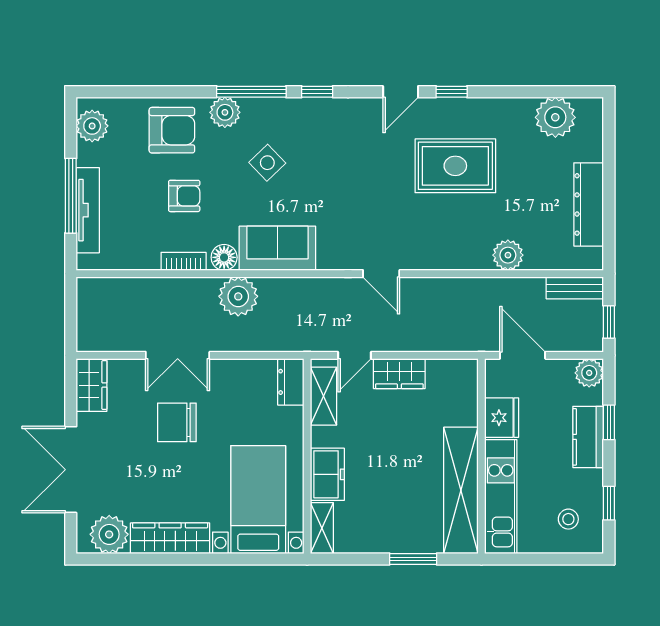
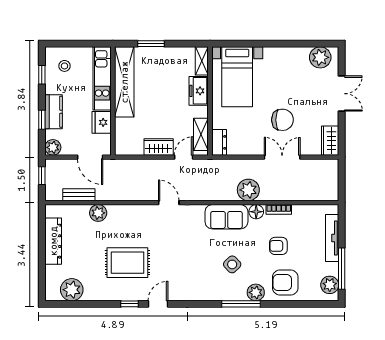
window: (317, 92) -> (204, 304), removed
window: (71, 196) -> (342, 269), moved
bench: (575, 288) -> (79, 195), moved
double door: (71, 470) -> (342, 94), width x0.73
wardrobe: (170, 538) -> (286, 55), removed

